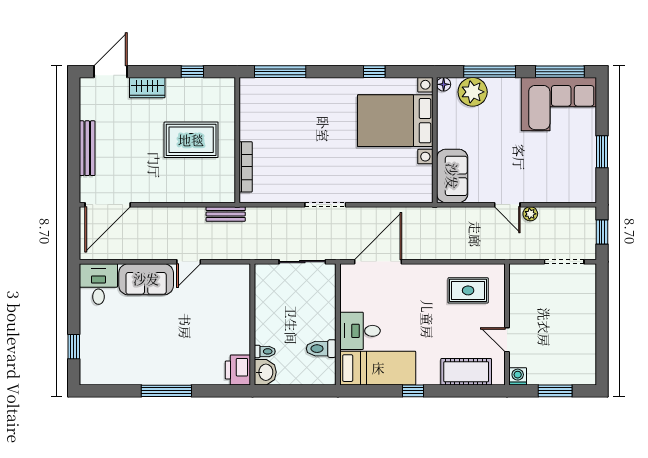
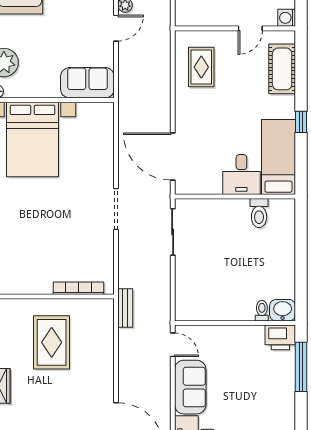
wall: (252, 324) -> (235, 323), moved
toilet: (265, 351) -> (262, 311), moved
printer: (238, 370) -> (280, 337), moved
washbasin: (265, 372) -> (283, 310), moved

